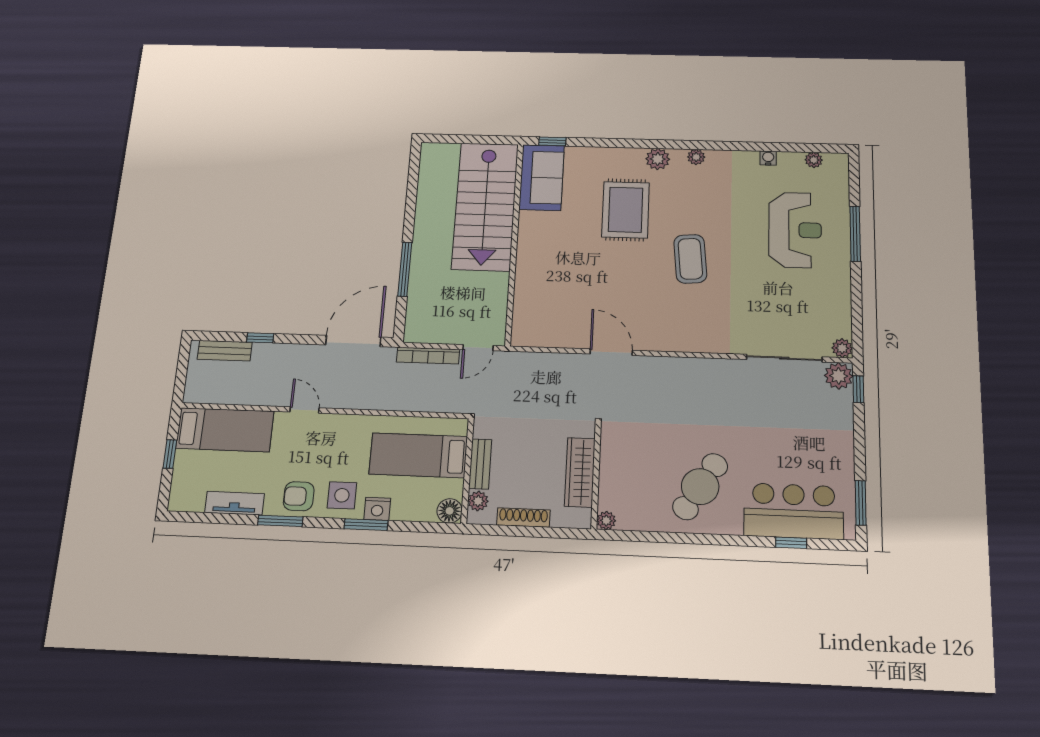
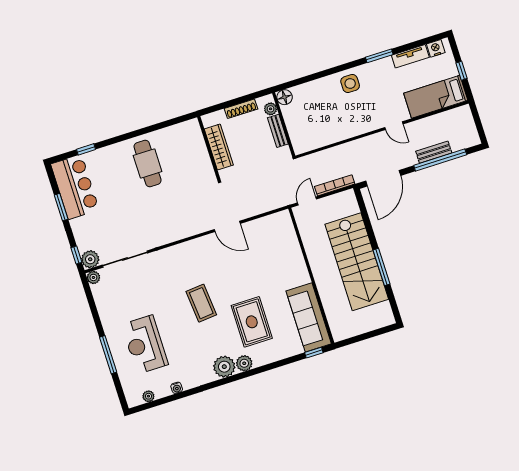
plant: (696, 157) -> (224, 367), width x1.88, depth x1.88
sofa: (542, 177) -> (309, 317), width x1.36
stairs: (485, 206) -> (357, 262), moved, turned 180
window: (405, 269) -> (381, 267), moved
window: (260, 338) -> (440, 160), width x3.17
bench: (225, 351) -> (434, 152), moved
bed: (418, 455) -> (316, 123), removed
cafe table: (700, 487) -> (148, 163), turned -32
armchair: (299, 496) -> (375, 74), removed
window: (861, 503) -> (61, 207), moved
nightstand: (377, 509) -> (436, 48), moved
bar counter: (794, 511) -> (75, 187), moved, turned -90
plant: (606, 521) -> (194, 124), removed
window: (366, 525) -> (329, 72), removed

